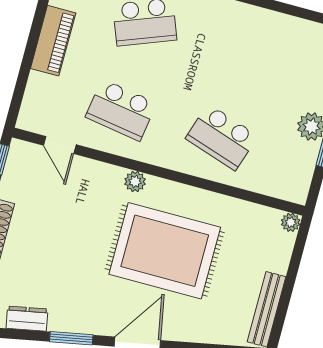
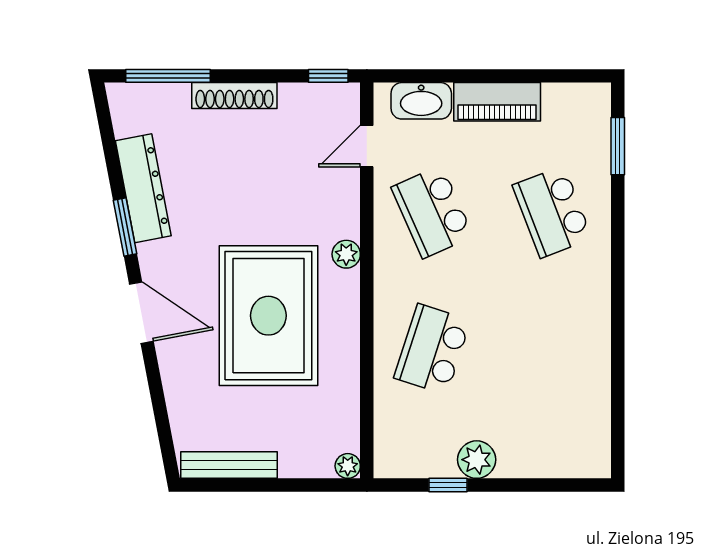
washbasin: (37, 96) -> (421, 101), added
school desk: (121, 110) -> (432, 212), turned -33
dresser: (27, 319) -> (143, 188), width x1.96, depth x1.24

